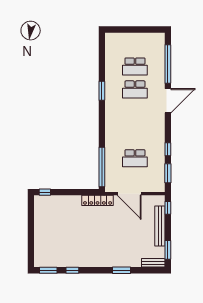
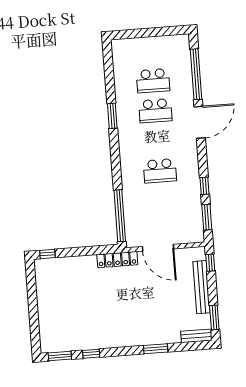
school desk: (135, 158) -> (160, 171), moved

